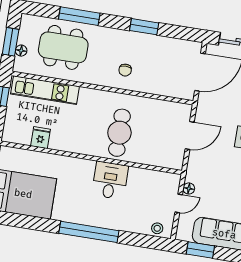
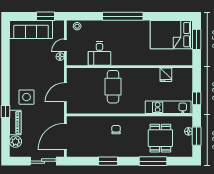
dining table: (63, 47) -> (160, 138), width x0.73
desk: (110, 180) -> (99, 53), moved

